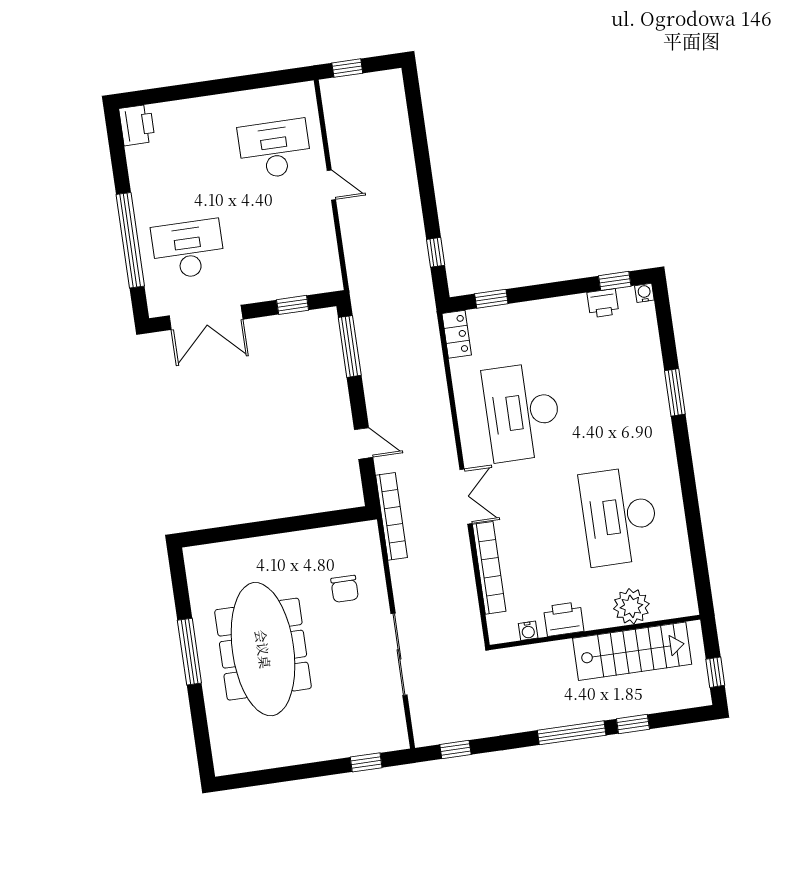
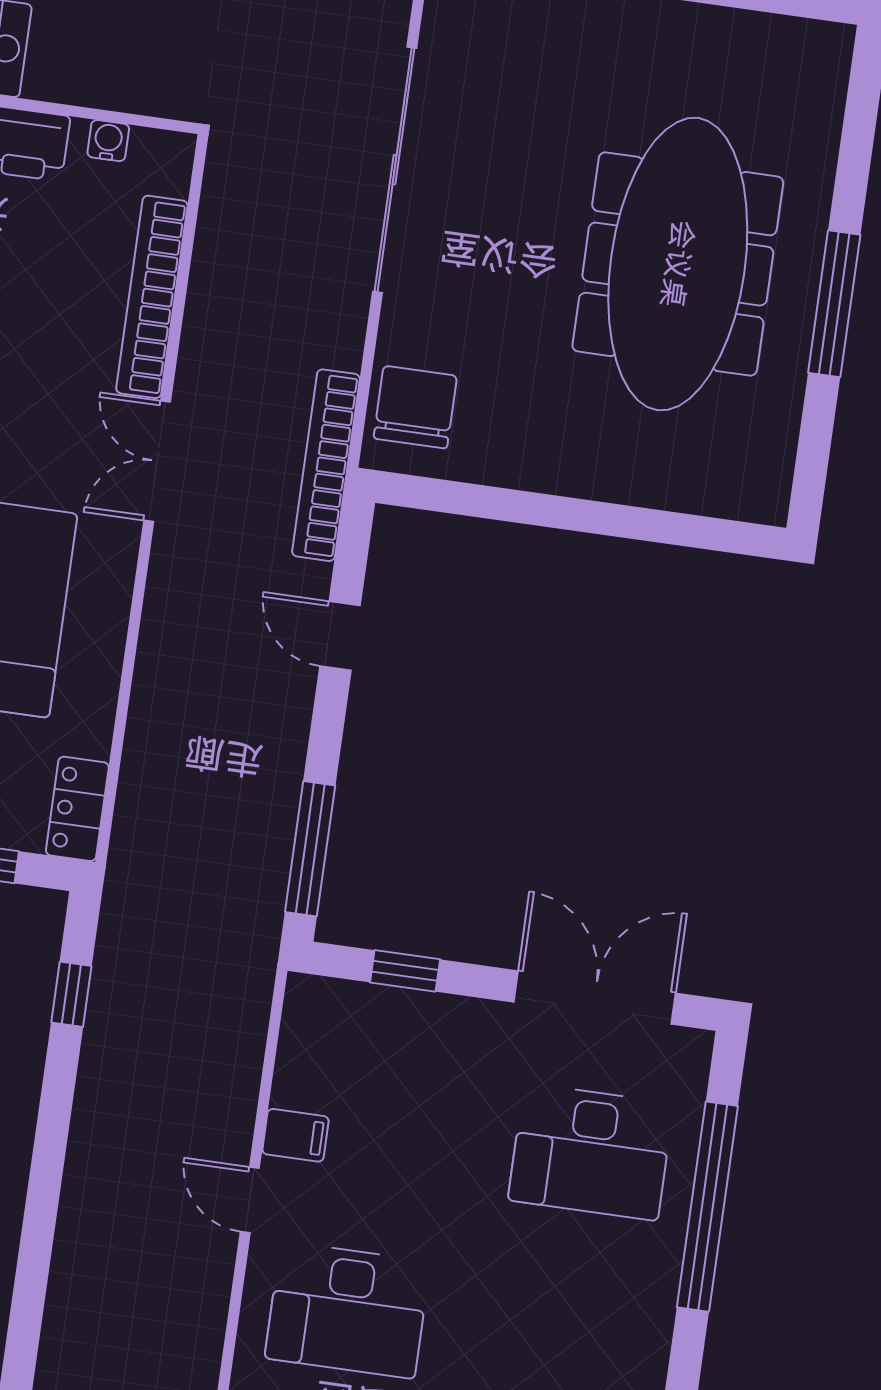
filing cabinet: (320, 219) -> (296, 1135), added
chair: (345, 589) -> (415, 407), moved, width x1.37, depth x1.37
sliding door: (399, 654) -> (395, 170), width x1.36

